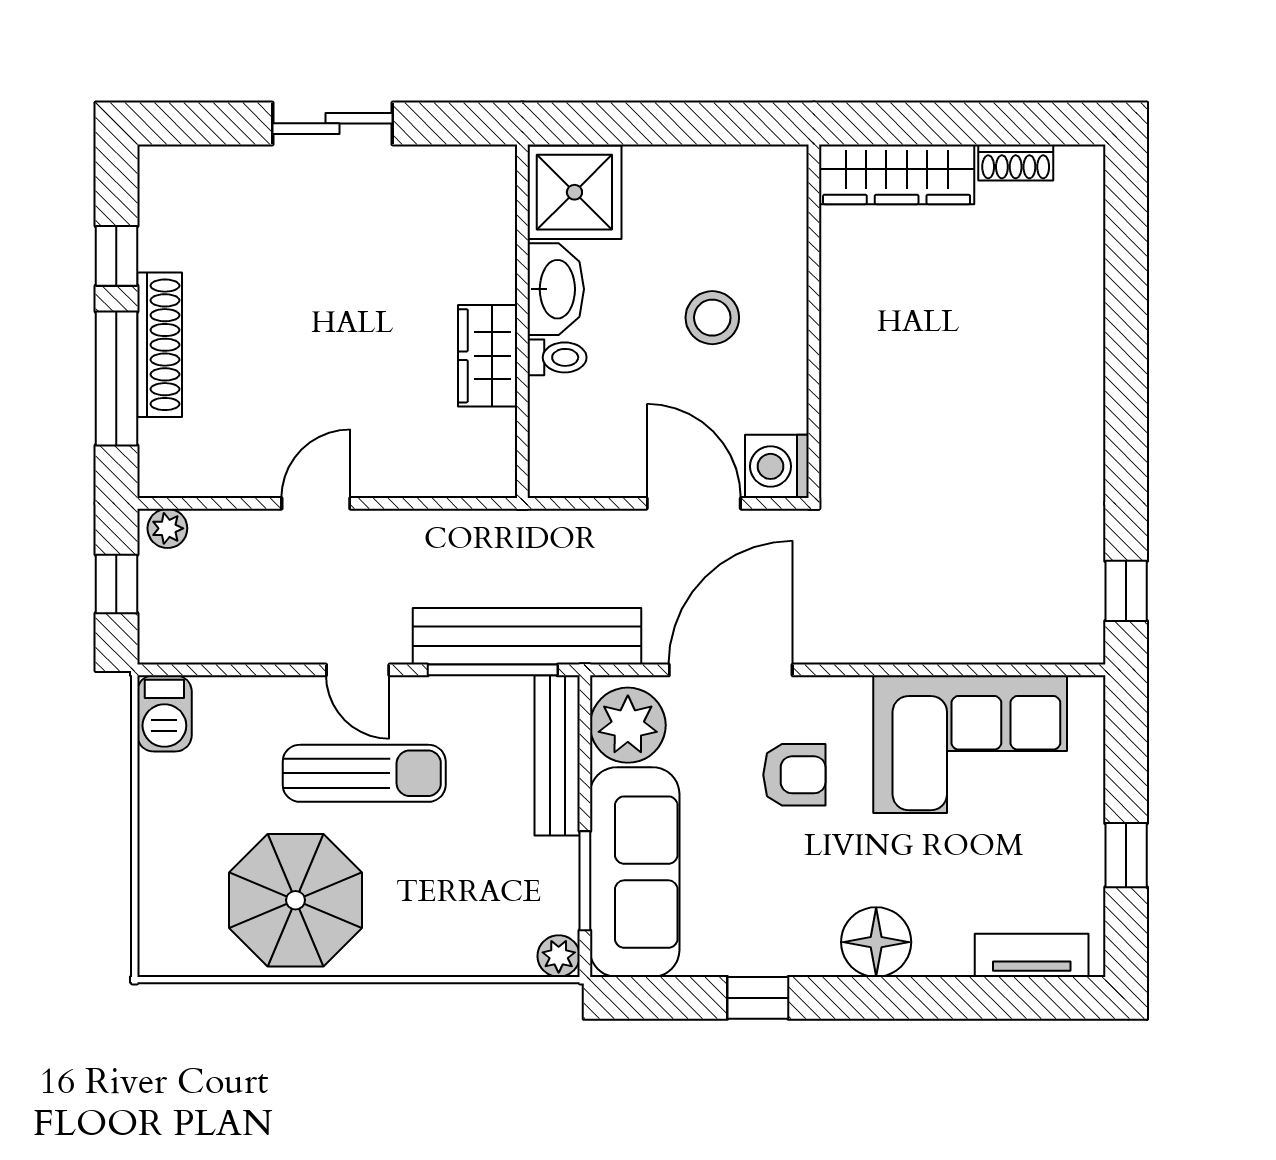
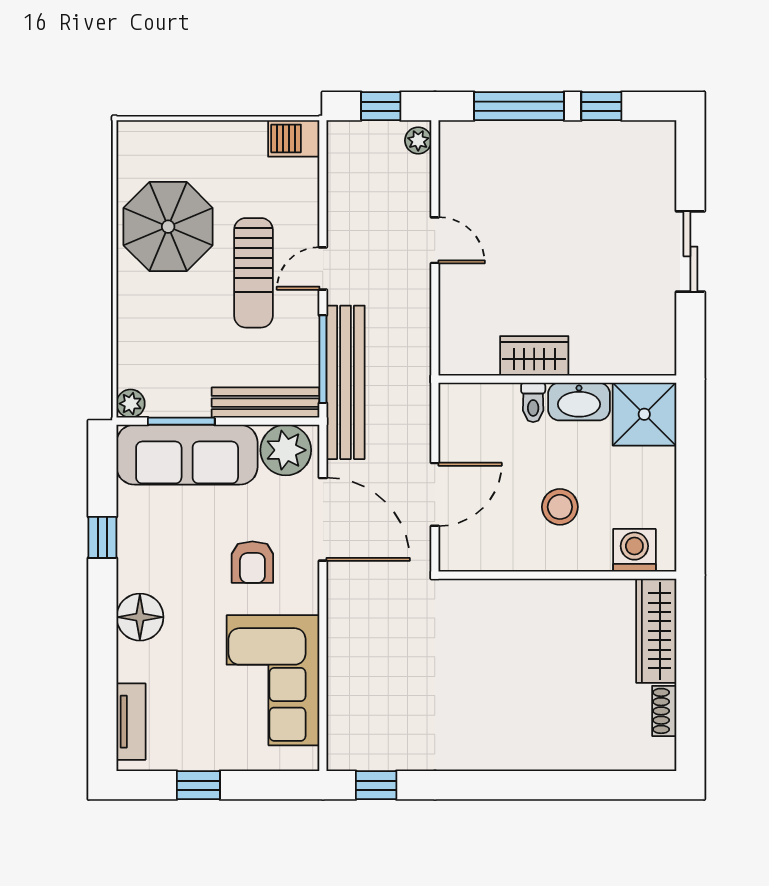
shoe rack: (160, 345) -> (542, 135), removed
washing machine: (777, 466) -> (634, 550), moved

